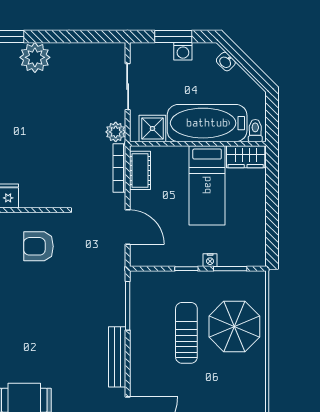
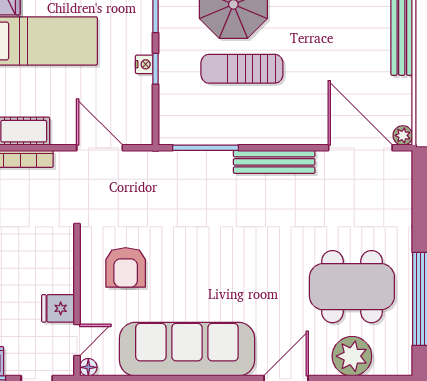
door: (128, 227) -> (100, 148), hinge flipped
nightstand: (210, 260) -> (144, 64), moved

